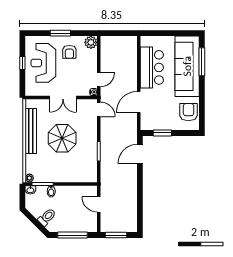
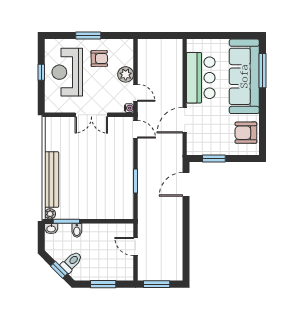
plant: (91, 42) -> (126, 74), moved
armchair: (69, 52) -> (99, 59), turned -91
door: (99, 80) -> (135, 93), hinge flipped
armchair: (188, 112) -> (246, 133), turned -90
bench: (31, 131) -> (52, 180), moved
parasol: (62, 138) -> (90, 165), removed
window: (37, 223) -> (59, 270), added
window: (73, 235) -> (103, 284), width x0.69

